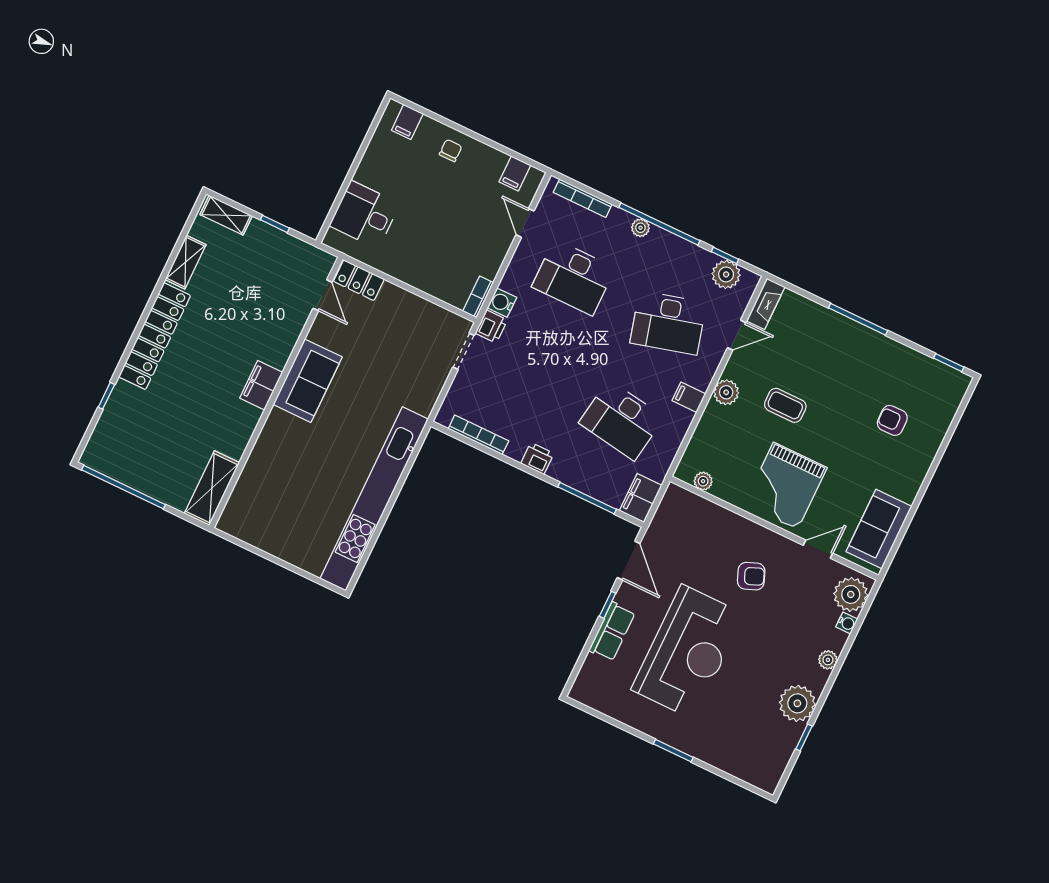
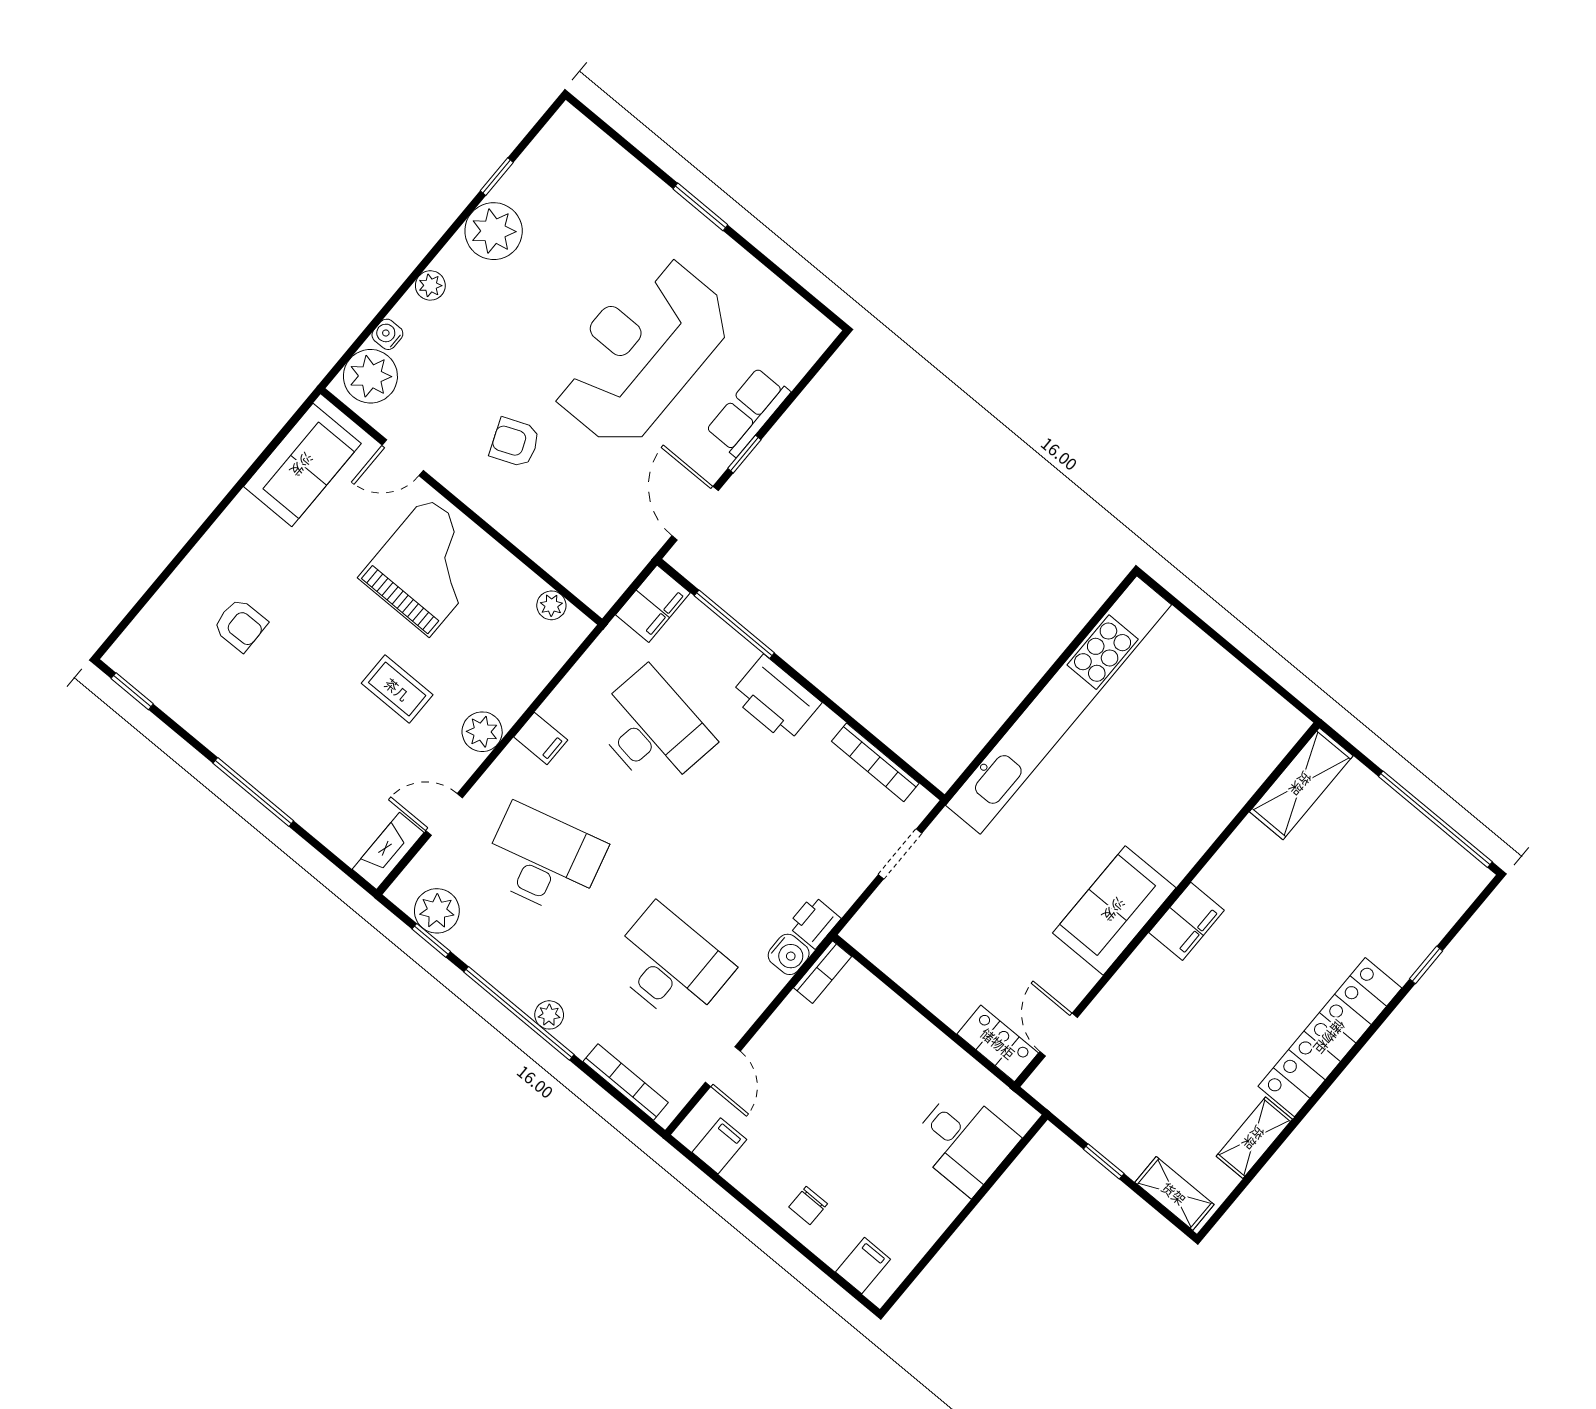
doorway: (464, 351) -> (900, 854), moved
printer: (537, 458) -> (775, 699), width x1.87, depth x1.48

